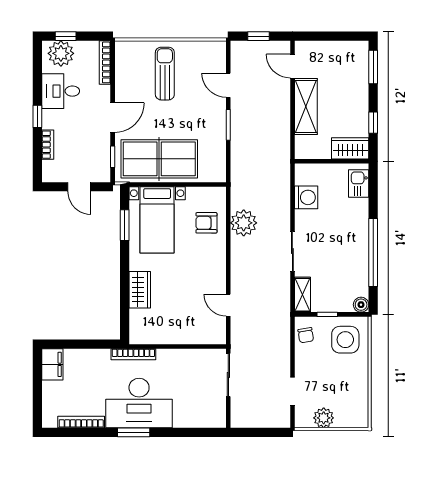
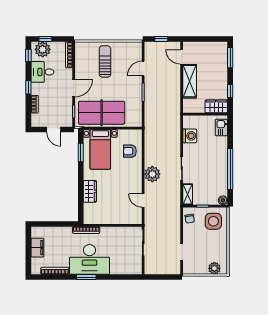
window: (37, 63) -> (28, 55), added
door: (228, 85) -> (143, 68), hinge flipped
plant: (244, 223) -> (152, 174), moved
filing cabinet: (52, 364) -> (37, 248), moved
plant: (324, 418) -> (214, 268), moved

